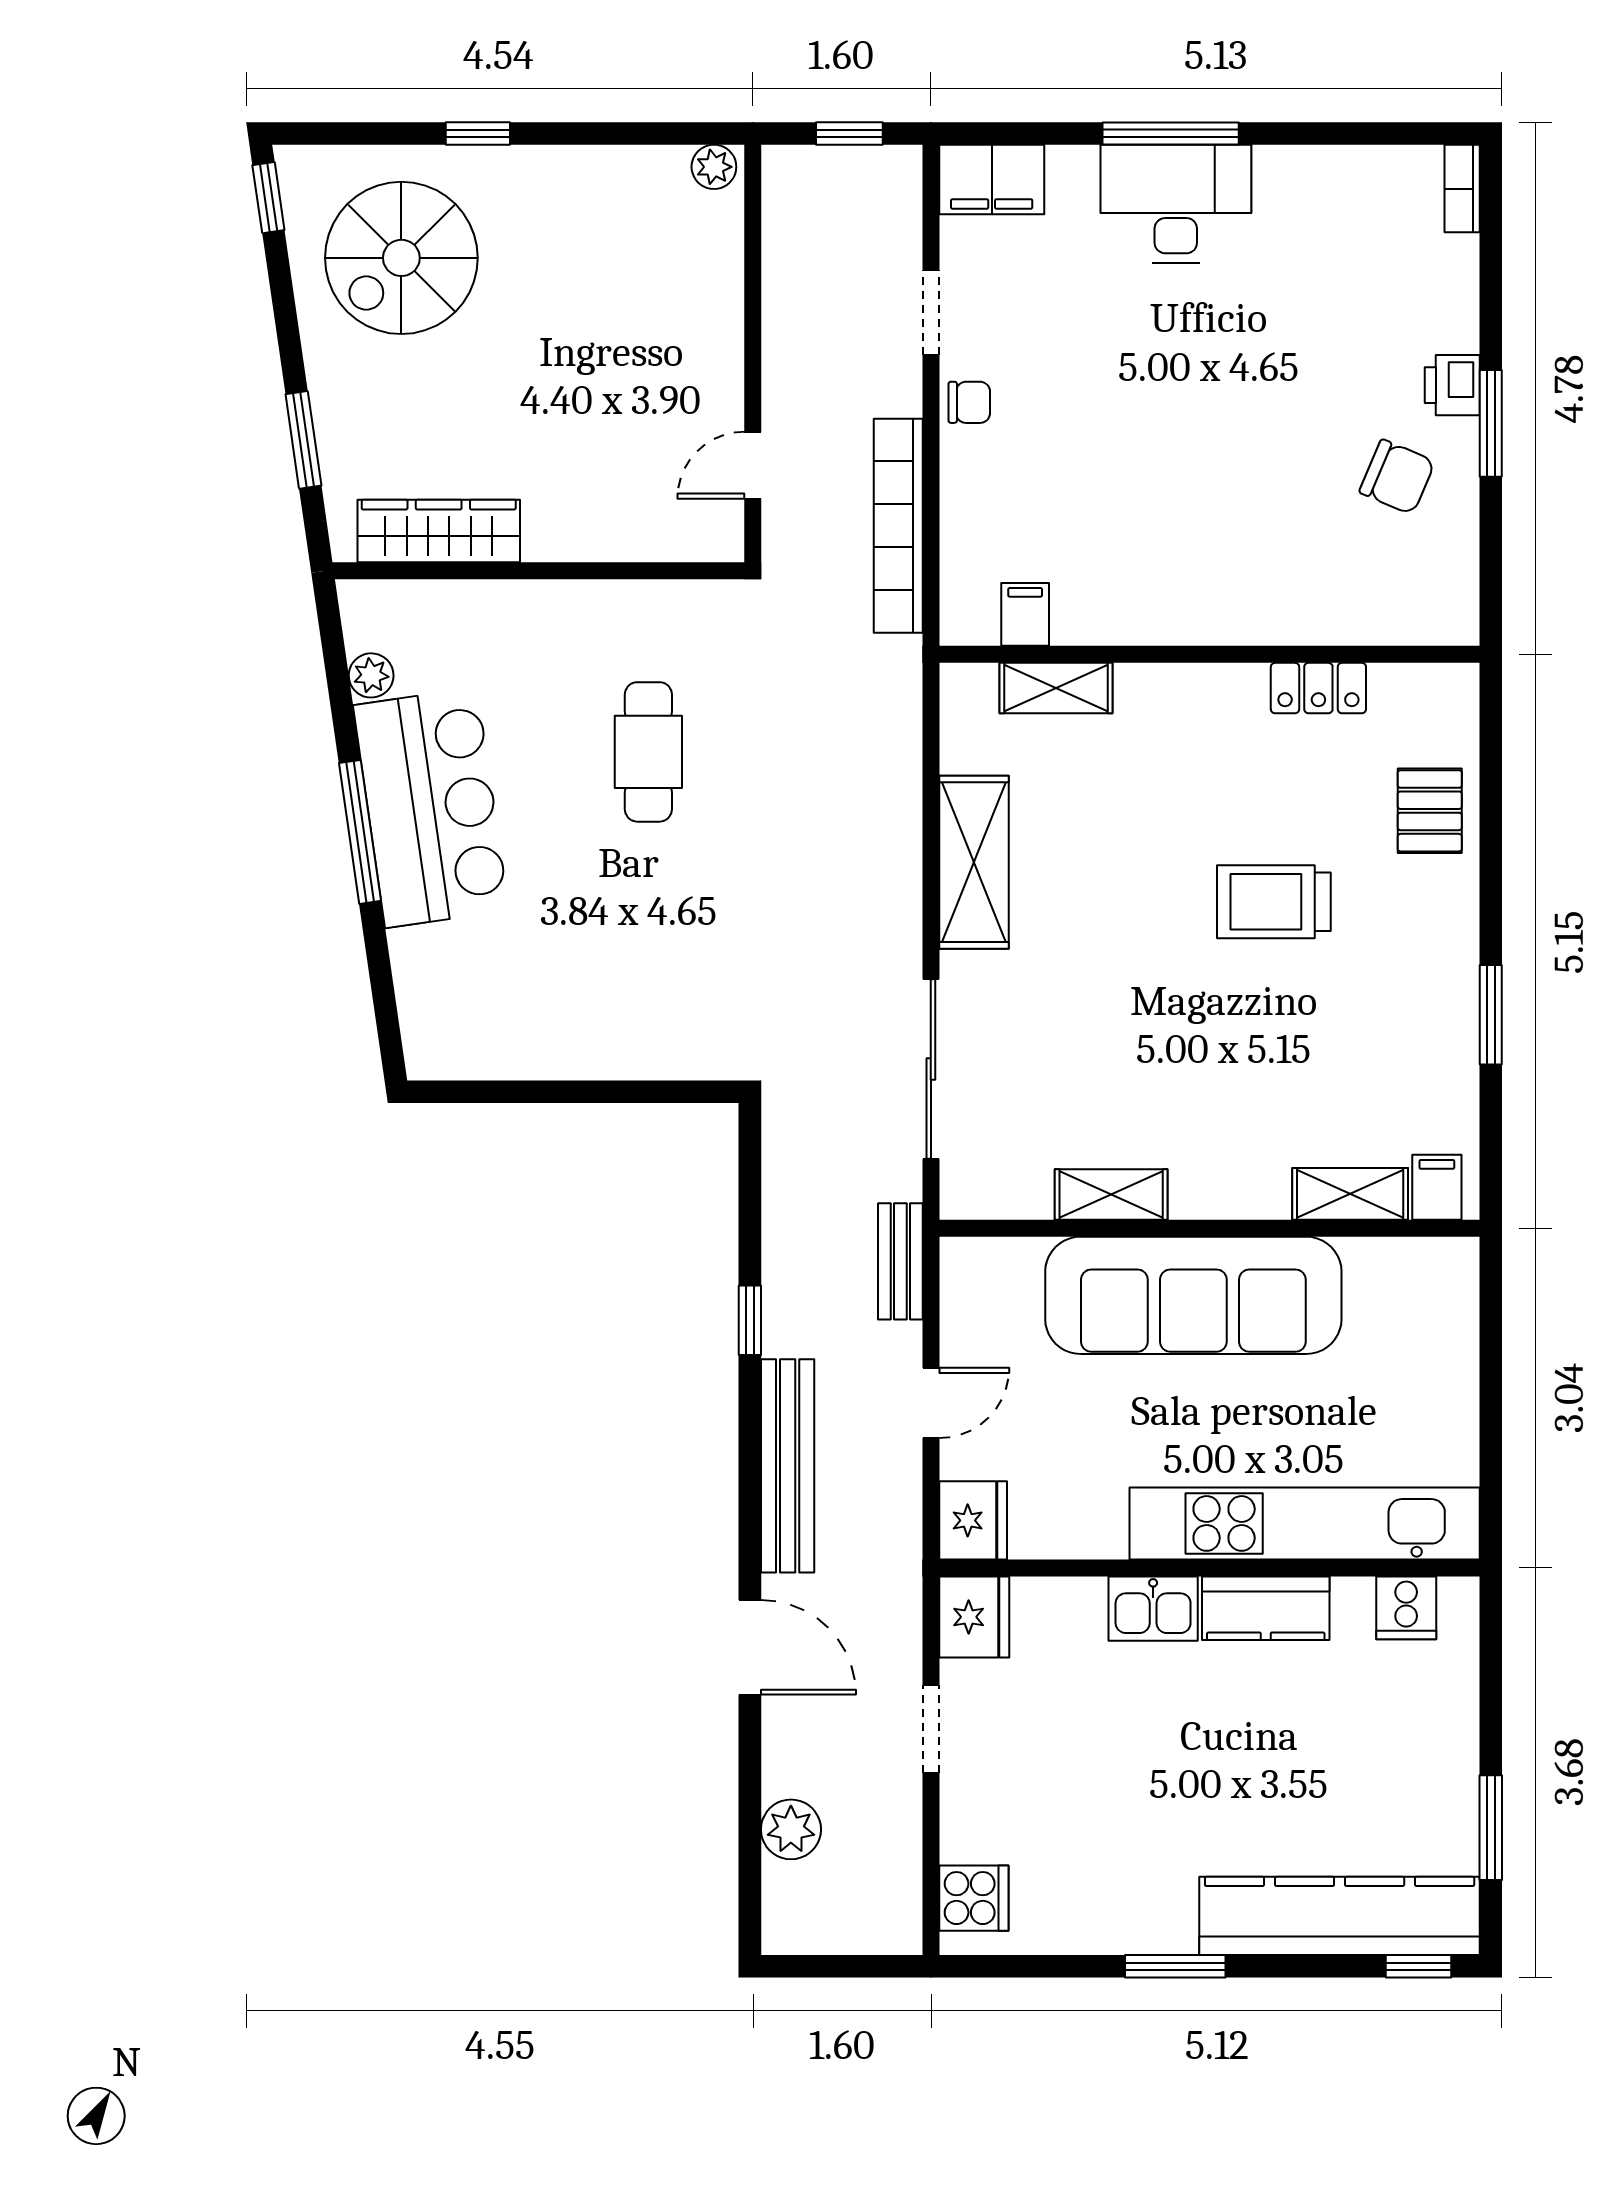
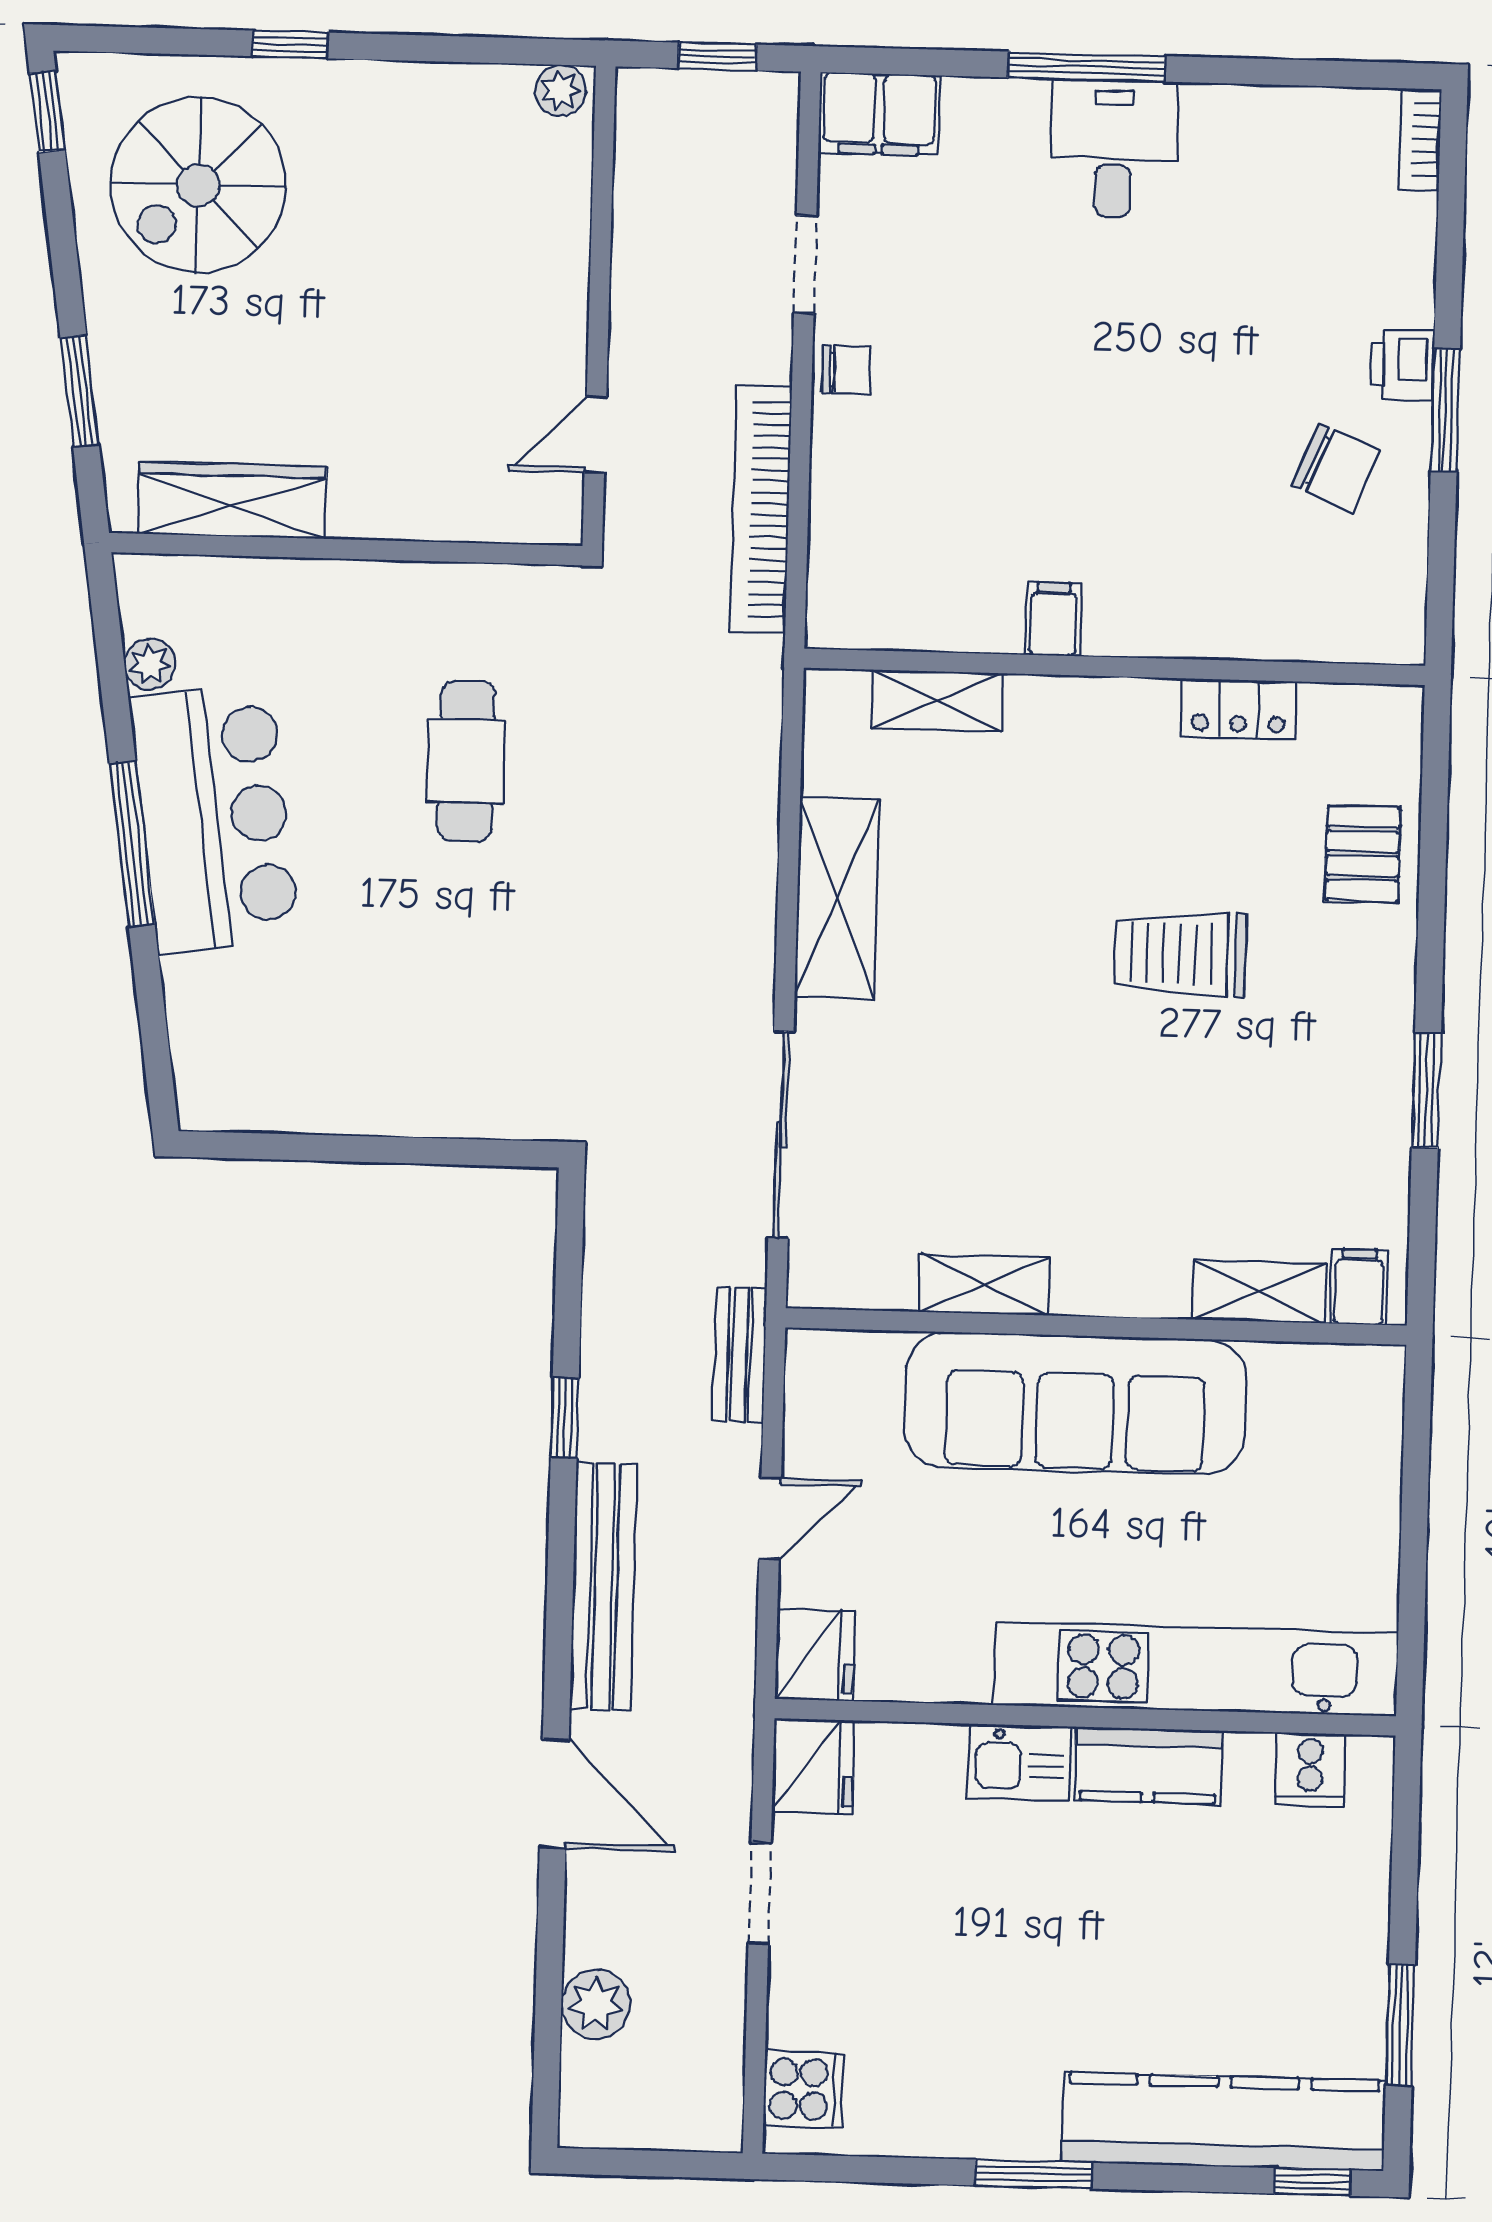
desk: (1176, 204) -> (1114, 148), width x0.73
filing cabinet: (1025, 614) -> (1053, 619), moved

